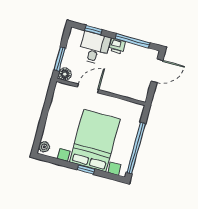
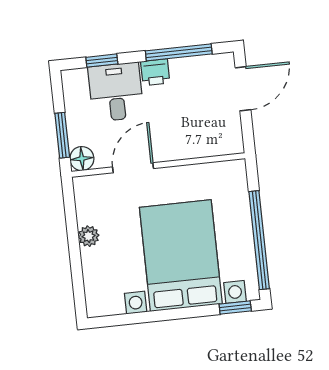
plant: (44, 147) -> (89, 236), moved
window: (86, 169) -> (235, 308), moved

